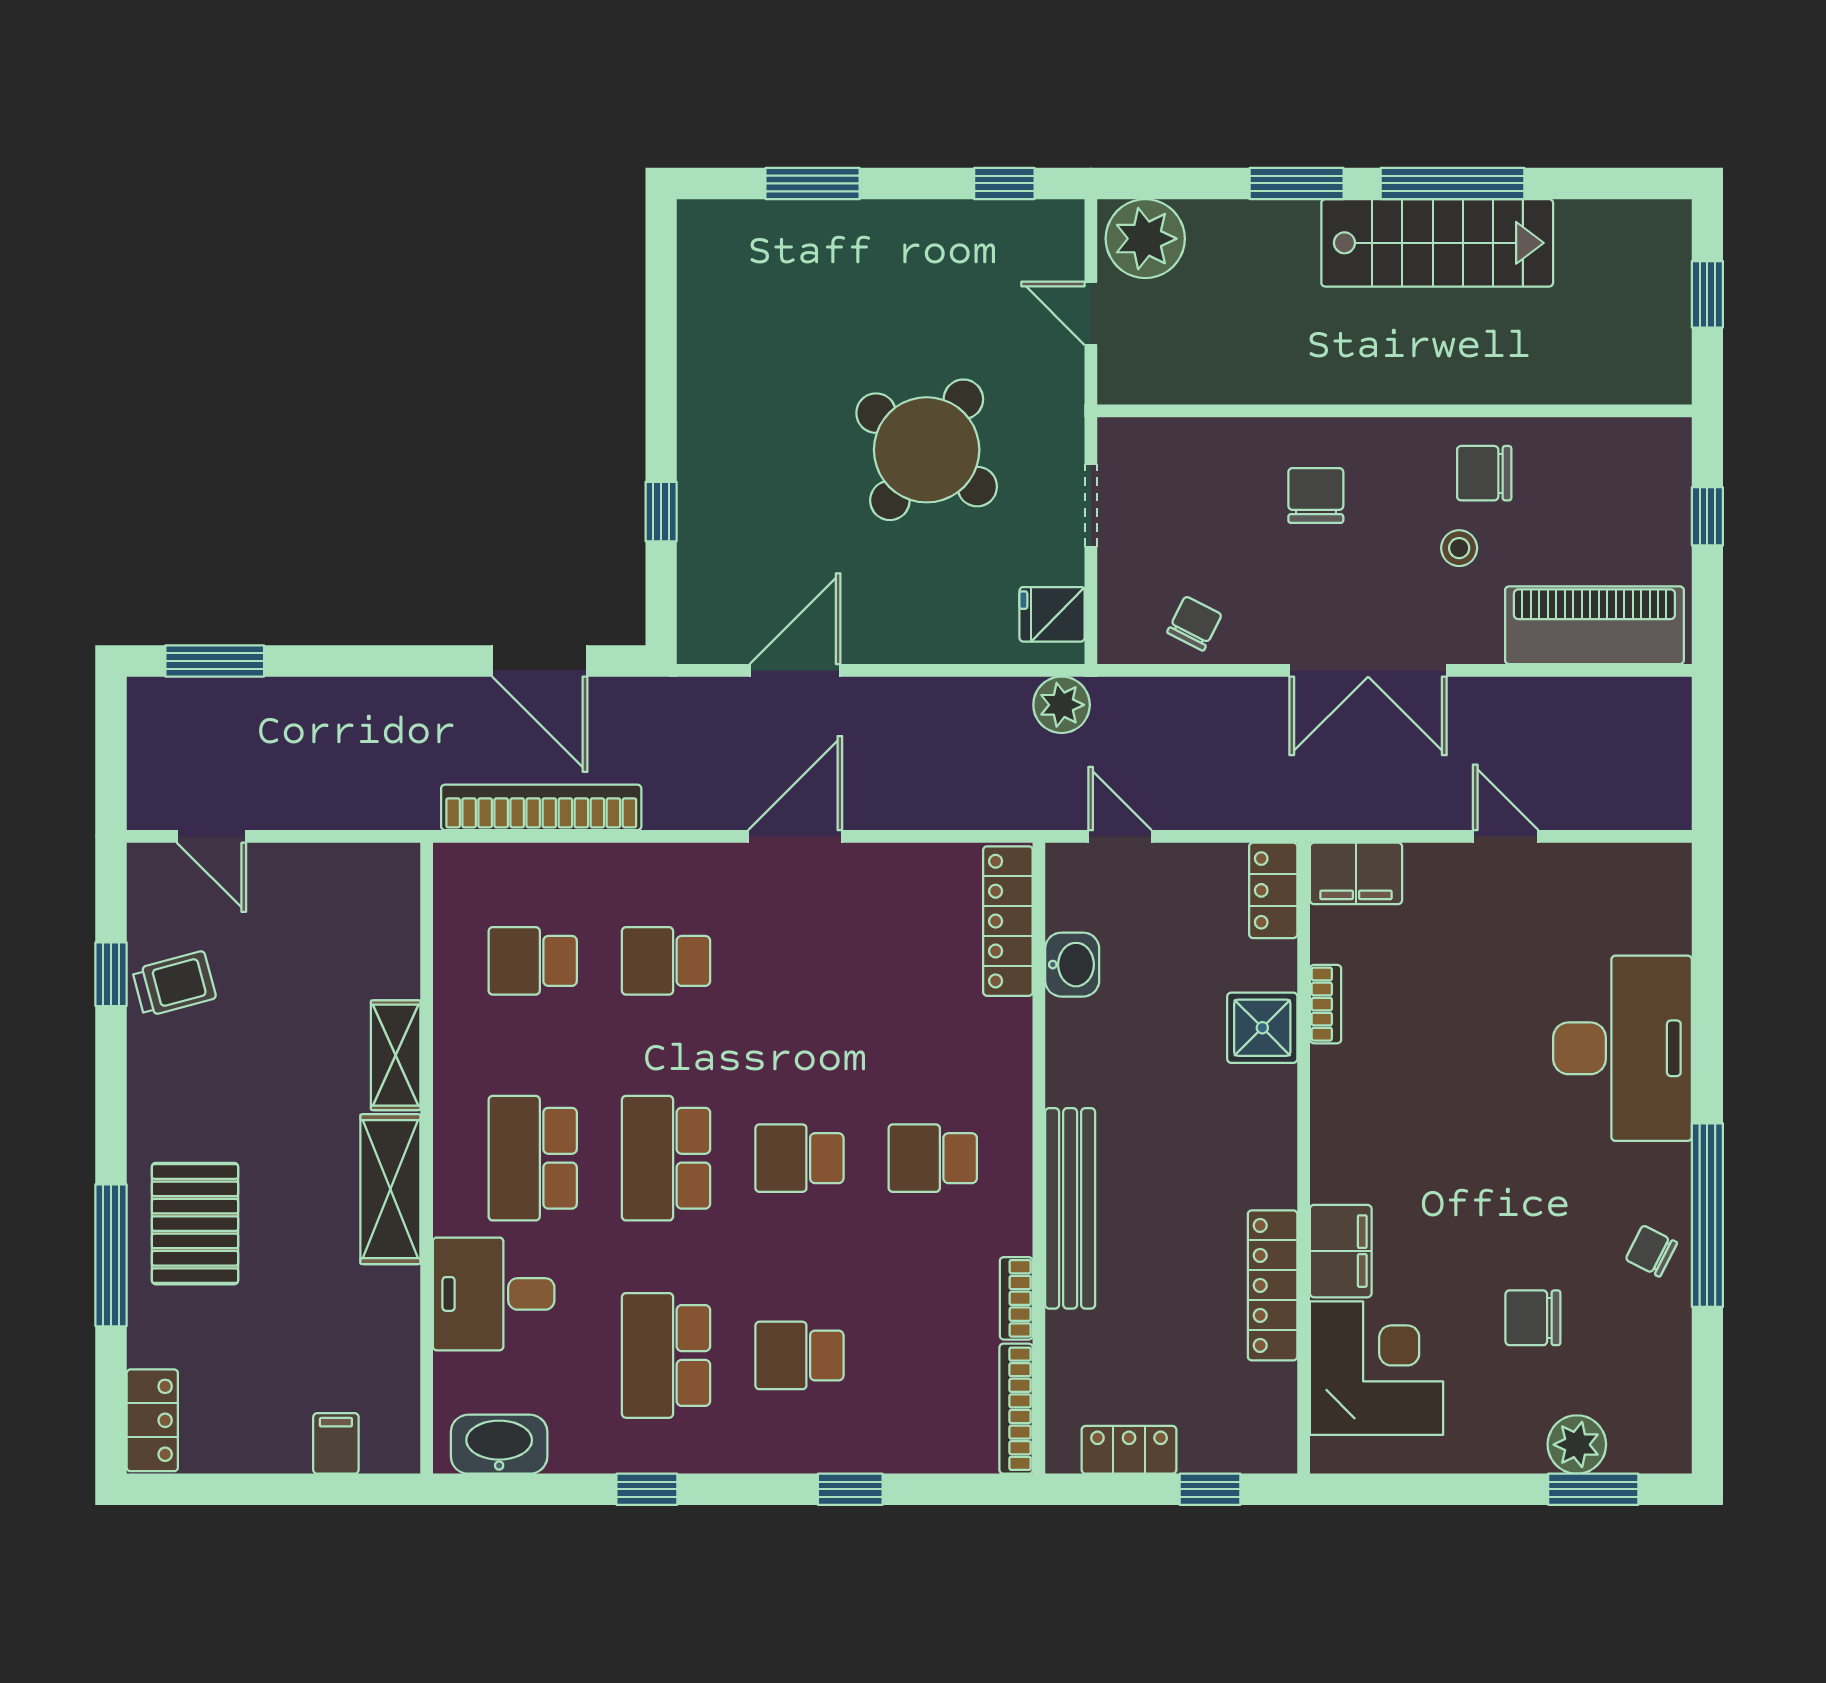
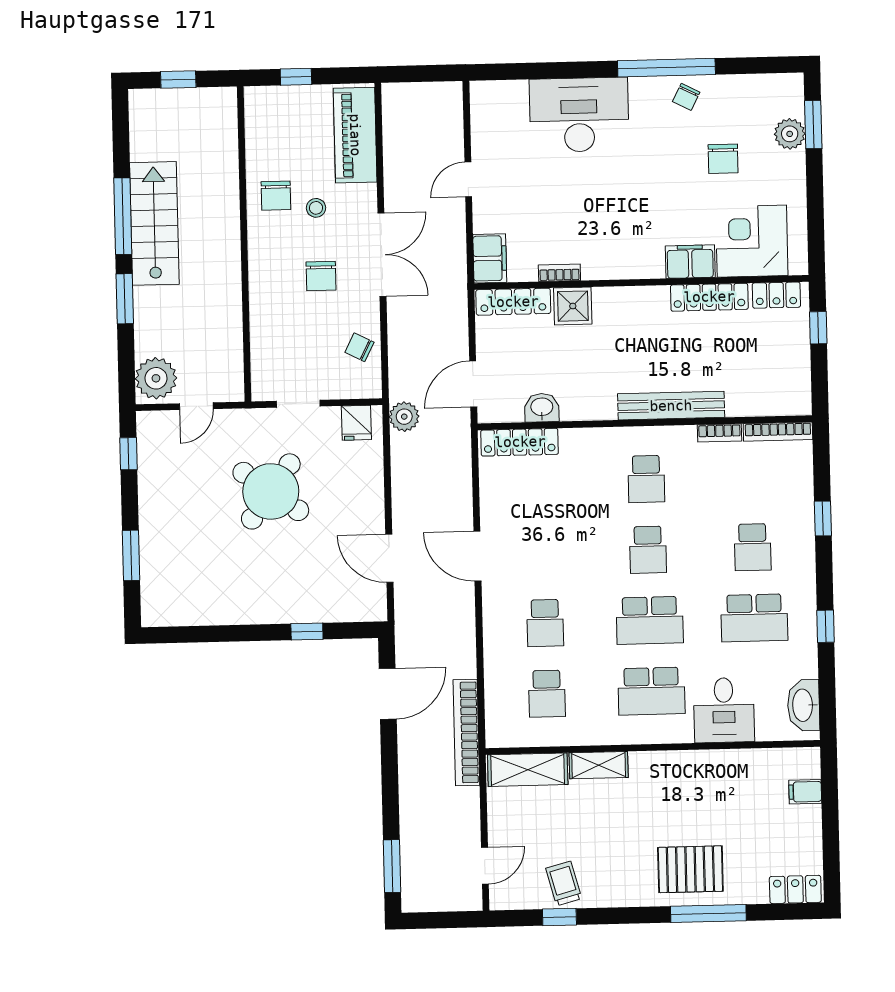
chair: (1316, 496) -> (321, 276), moved, turned -90
bookcase: (541, 807) -> (466, 732), moved
door: (1120, 836) -> (473, 384), width x1.38
locker: (1273, 890) -> (513, 302), width x1.53
shelving: (390, 1189) -> (528, 770), moved
locker: (1129, 1450) -> (776, 295), moved, turned -90

